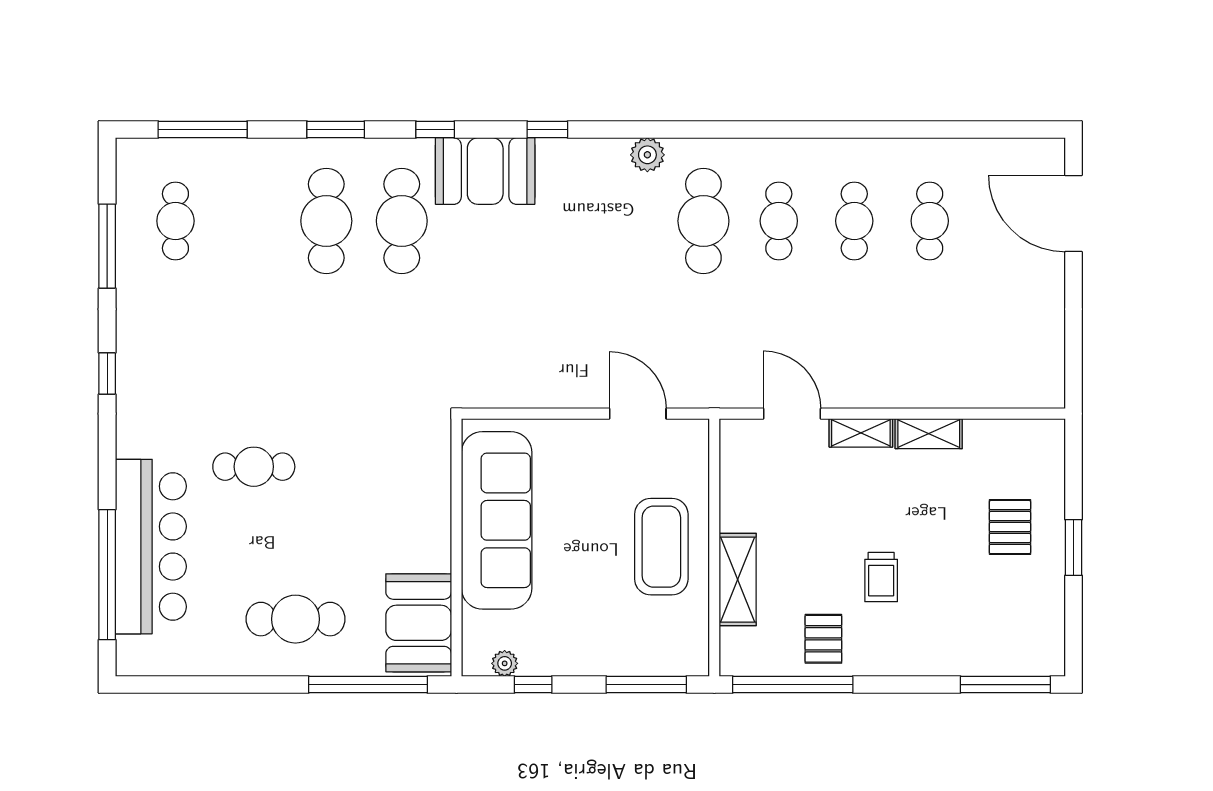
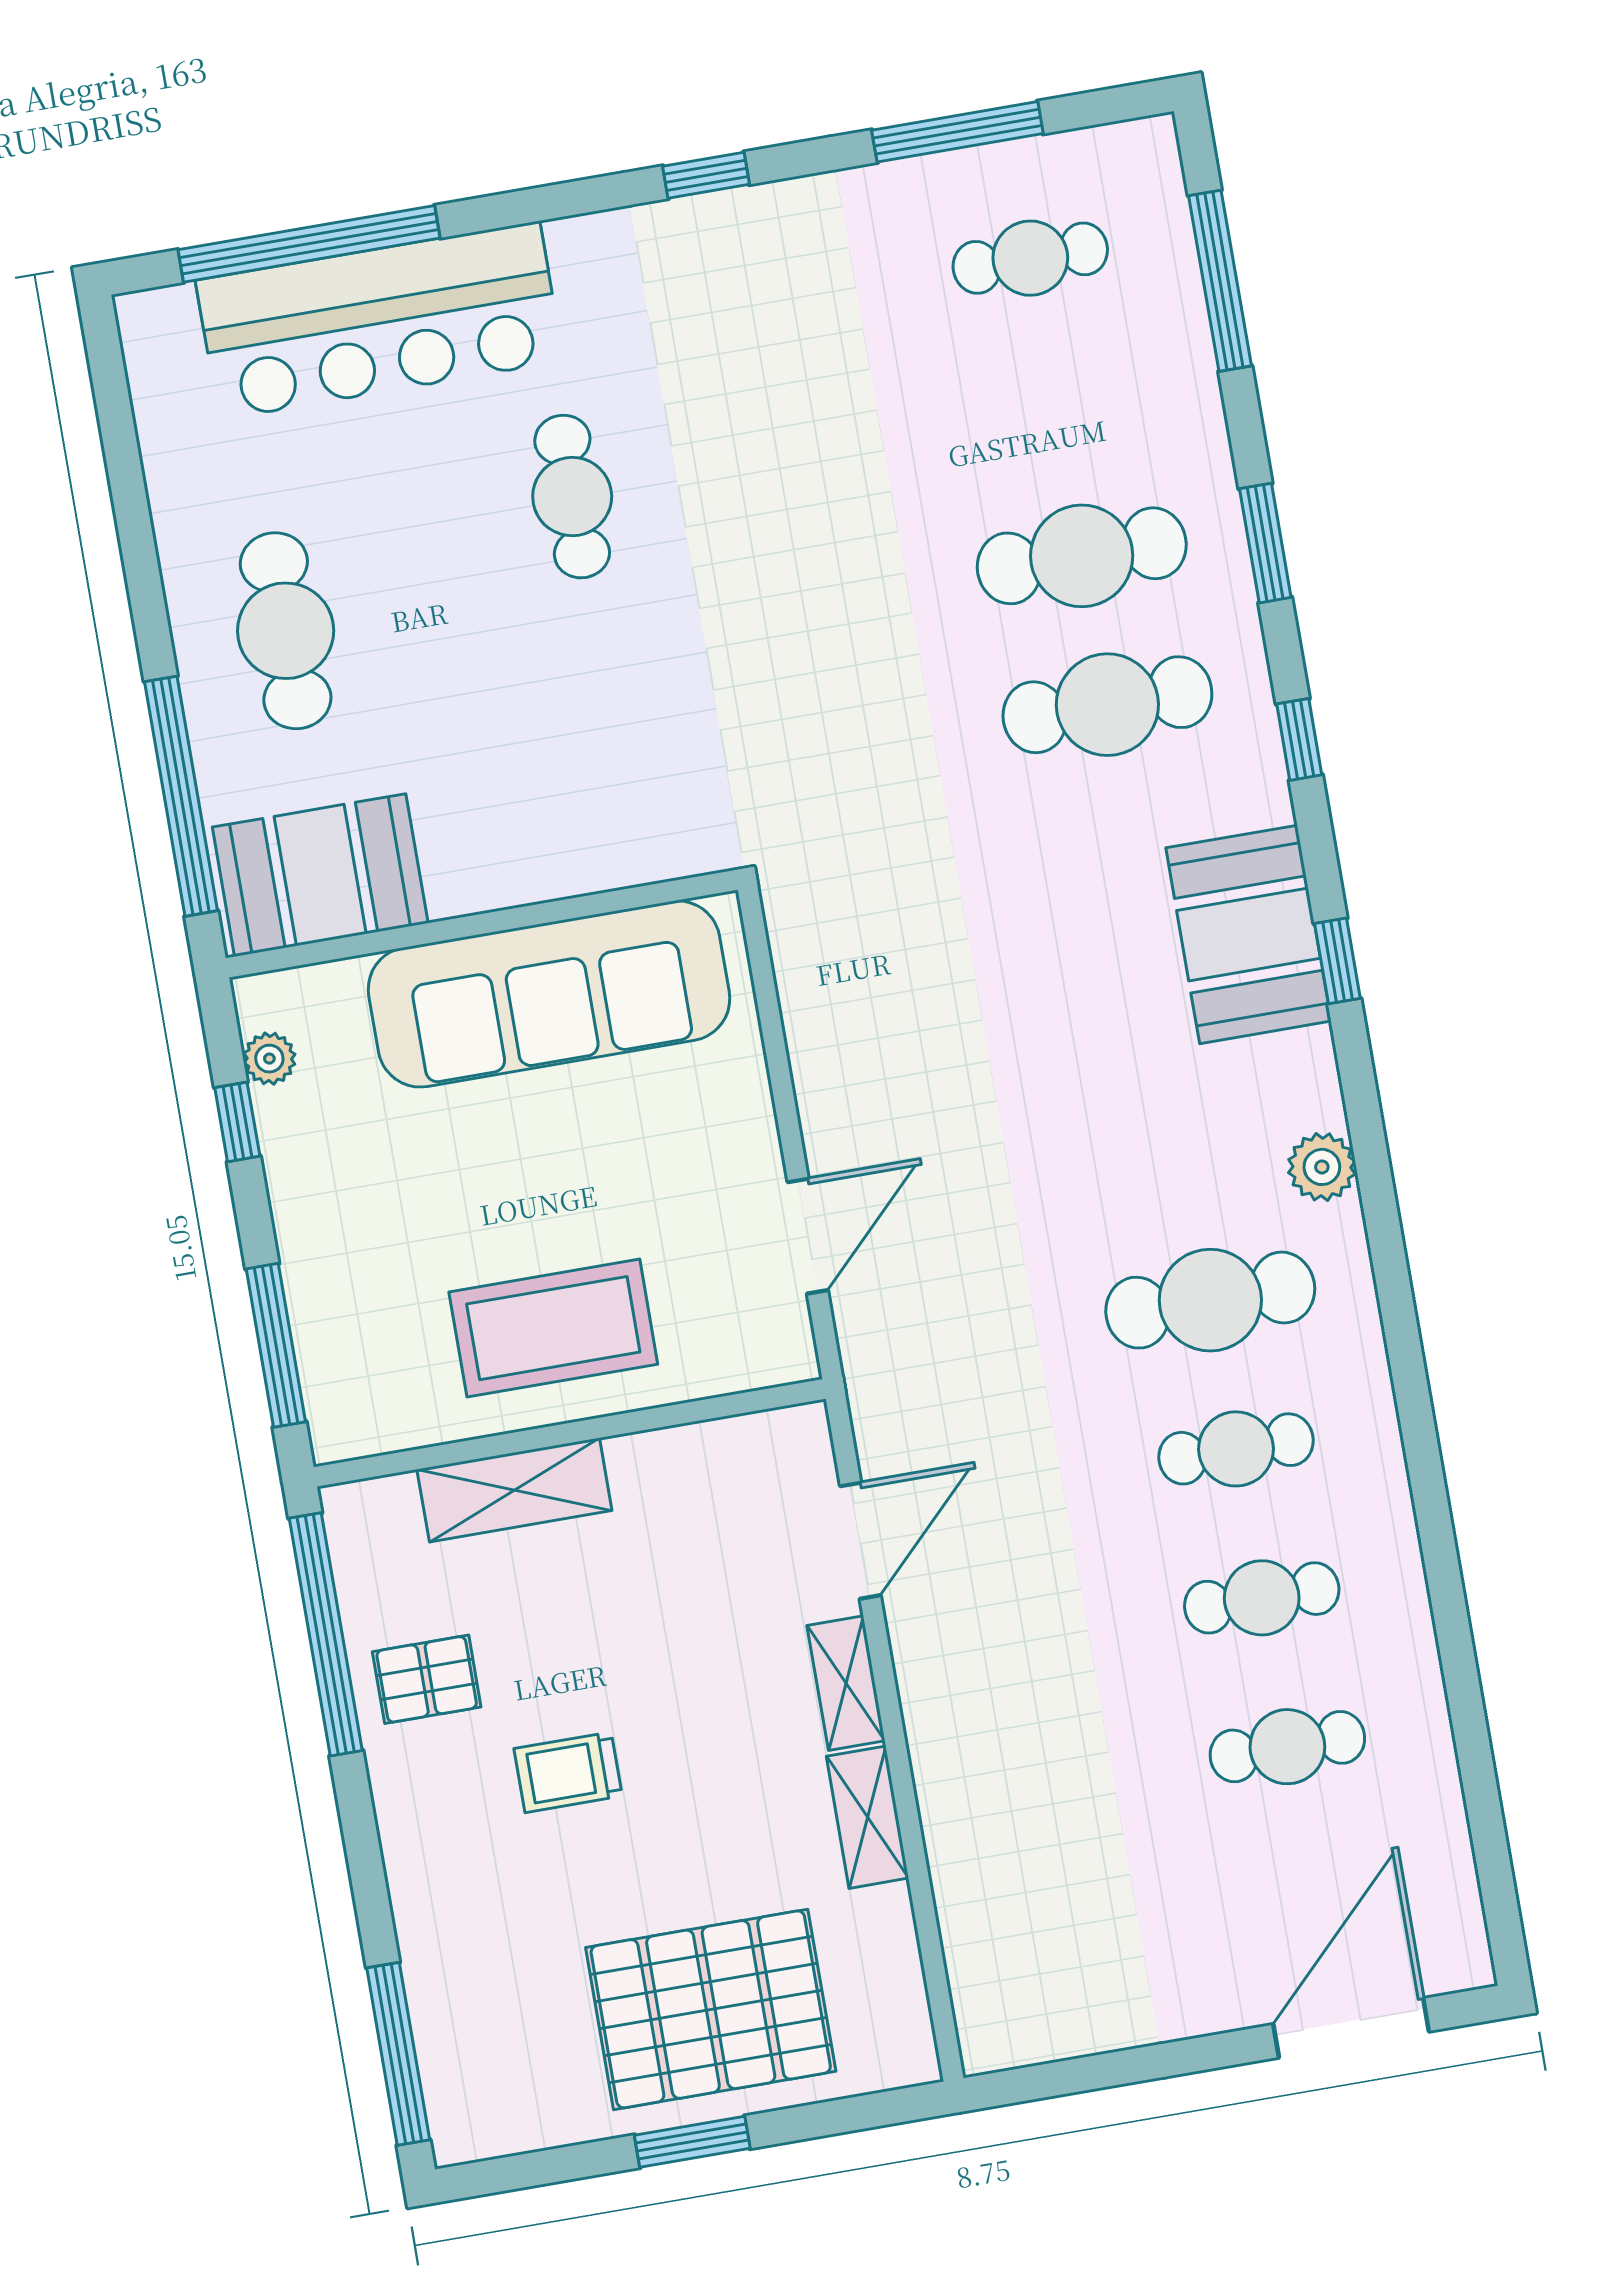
booth: (485, 171) -> (1249, 934), moved
pallet: (1010, 527) -> (711, 2009), width x2.05, depth x2.00

